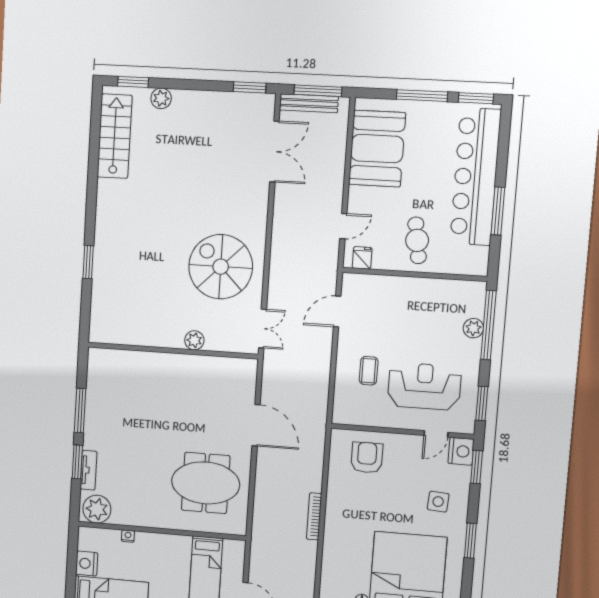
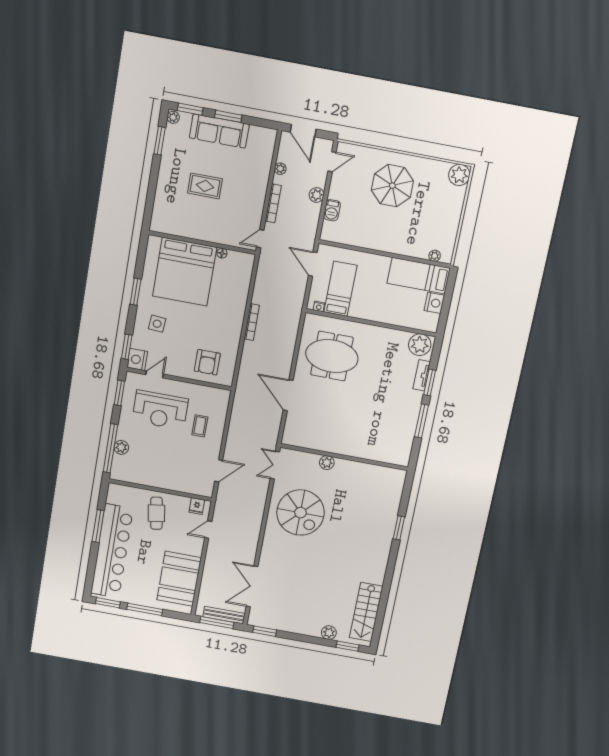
nightstand: (128, 536) -> (319, 306), moved

